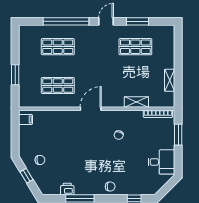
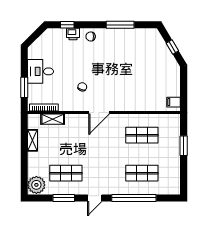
plant: (166, 35) -> (36, 185), added
shelving: (136, 102) -> (53, 119), moved
door: (91, 109) -> (99, 113), moved
chair: (40, 160) -> (159, 62), removed
desk: (161, 162) -> (41, 71), moved
printer: (67, 189) -> (73, 34), moved

